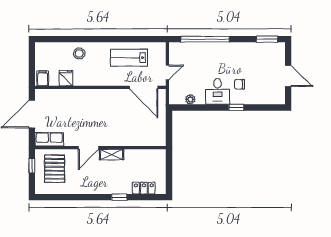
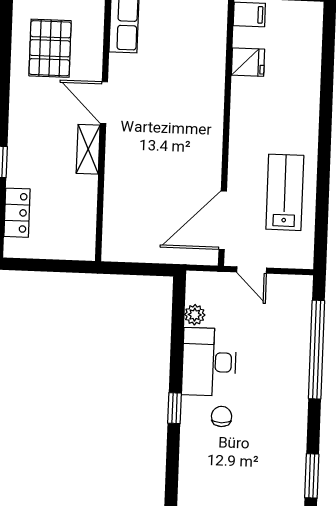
stool: (79, 53) -> (297, 91), removed
desk: (218, 91) -> (209, 362), width x1.37
pallet: (55, 169) -> (50, 48), moved, turned 90

